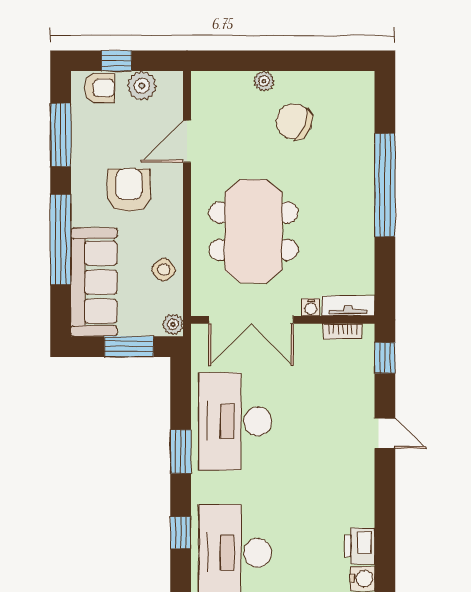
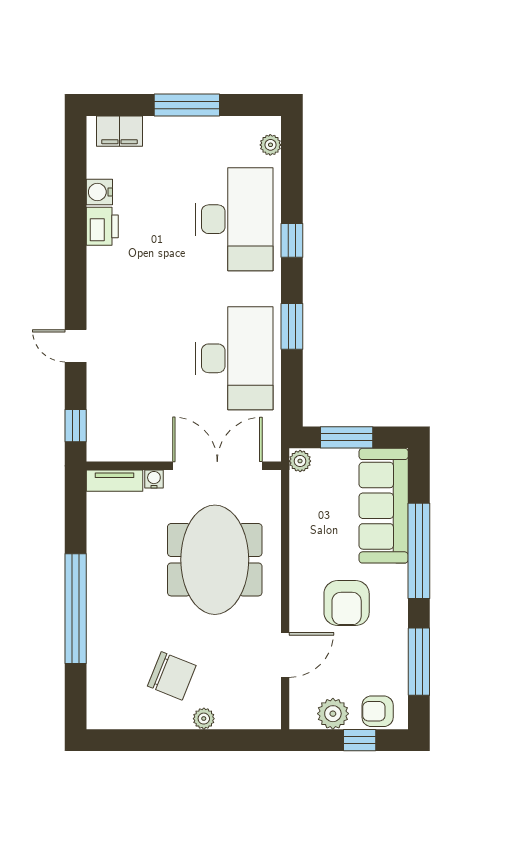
side table: (164, 270) -> (310, 519), removed
bookcase: (343, 331) -> (120, 454), removed

